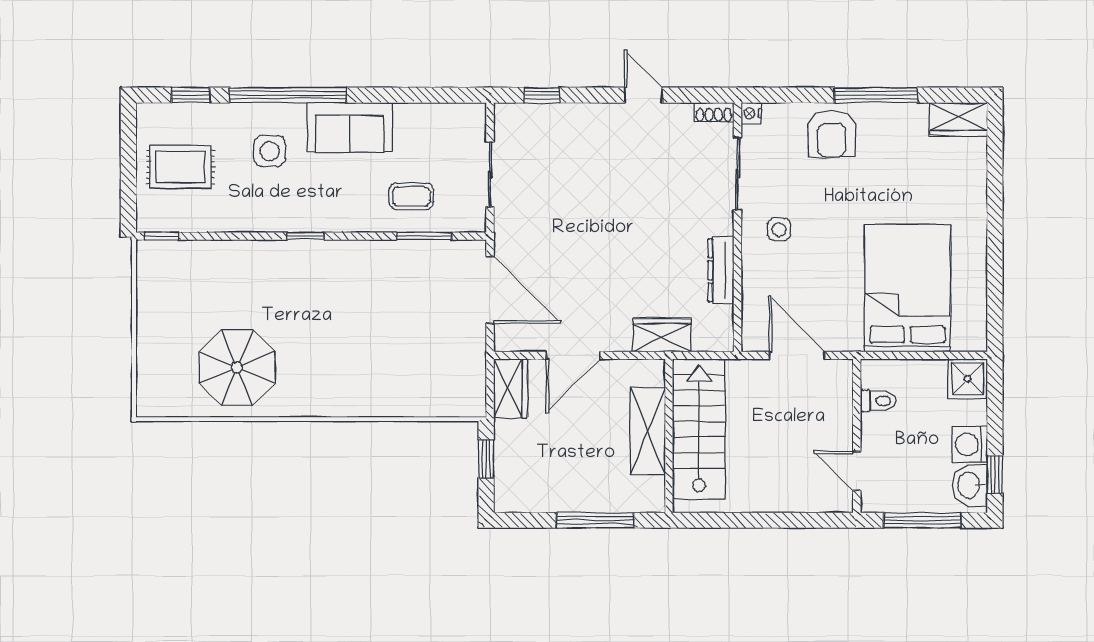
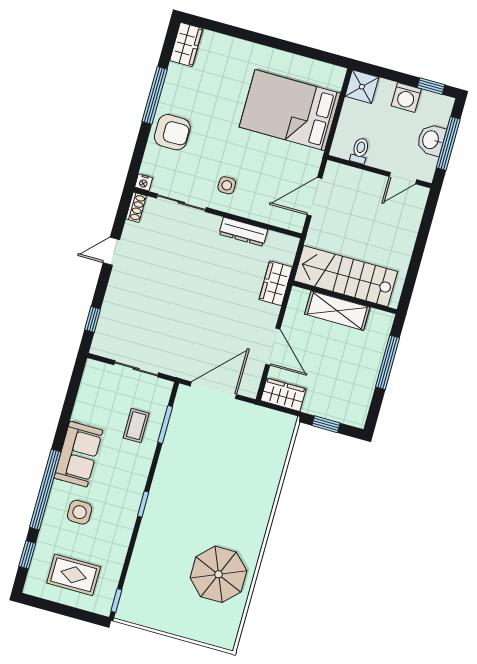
rug: (181, 167) -> (74, 575), turned 90
washbasin: (970, 485) -> (431, 140), moved, turned 90

